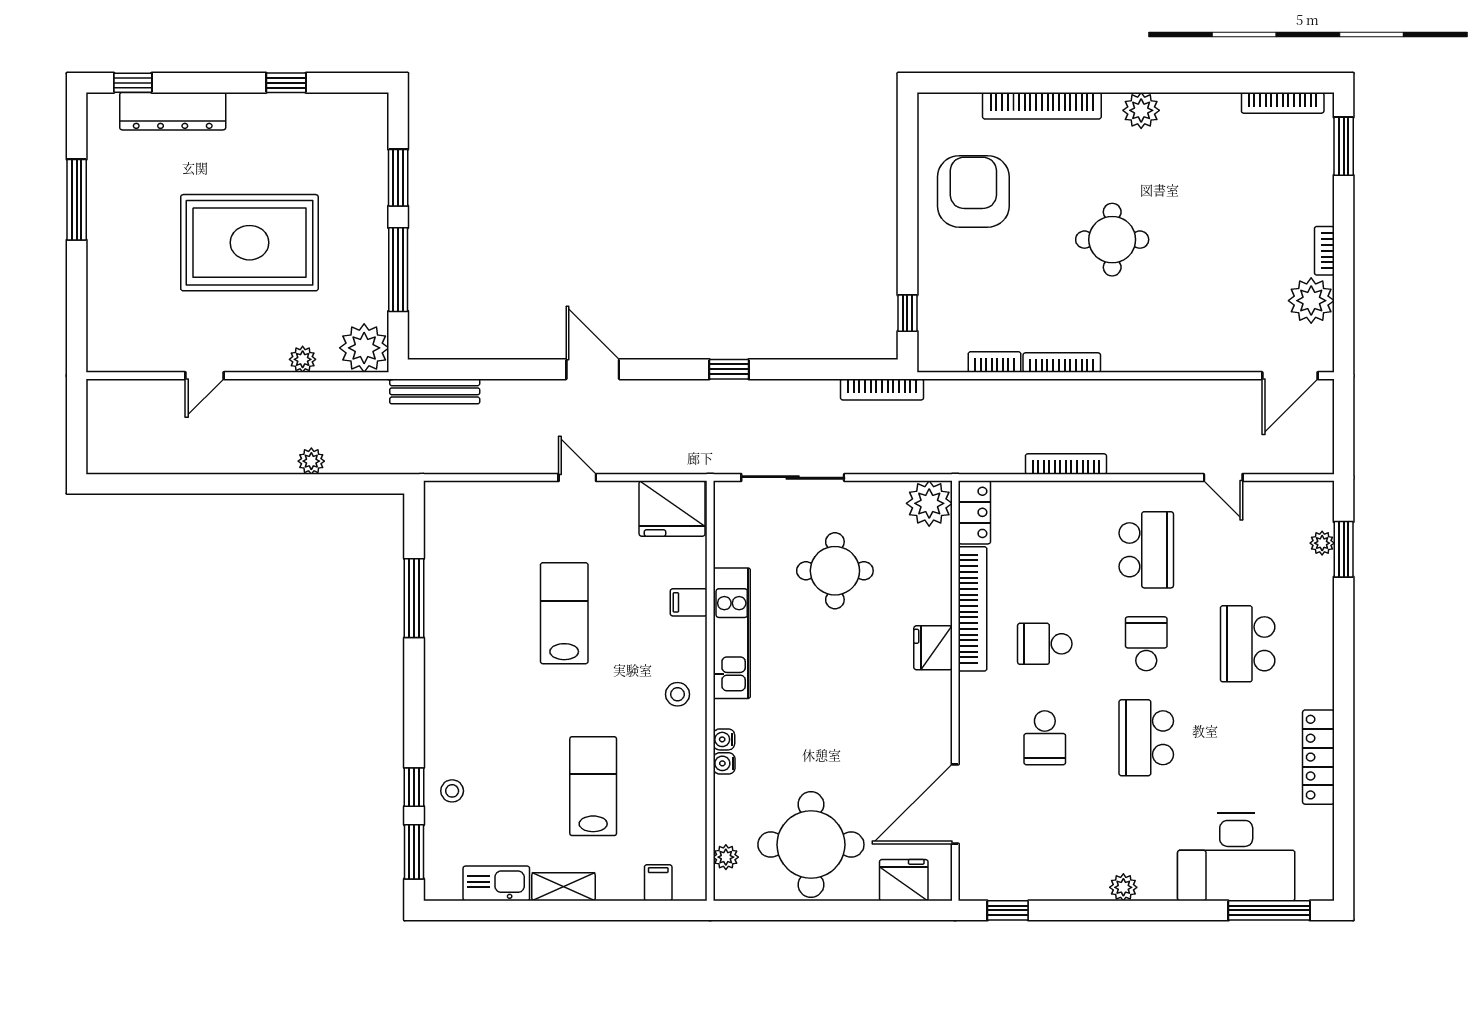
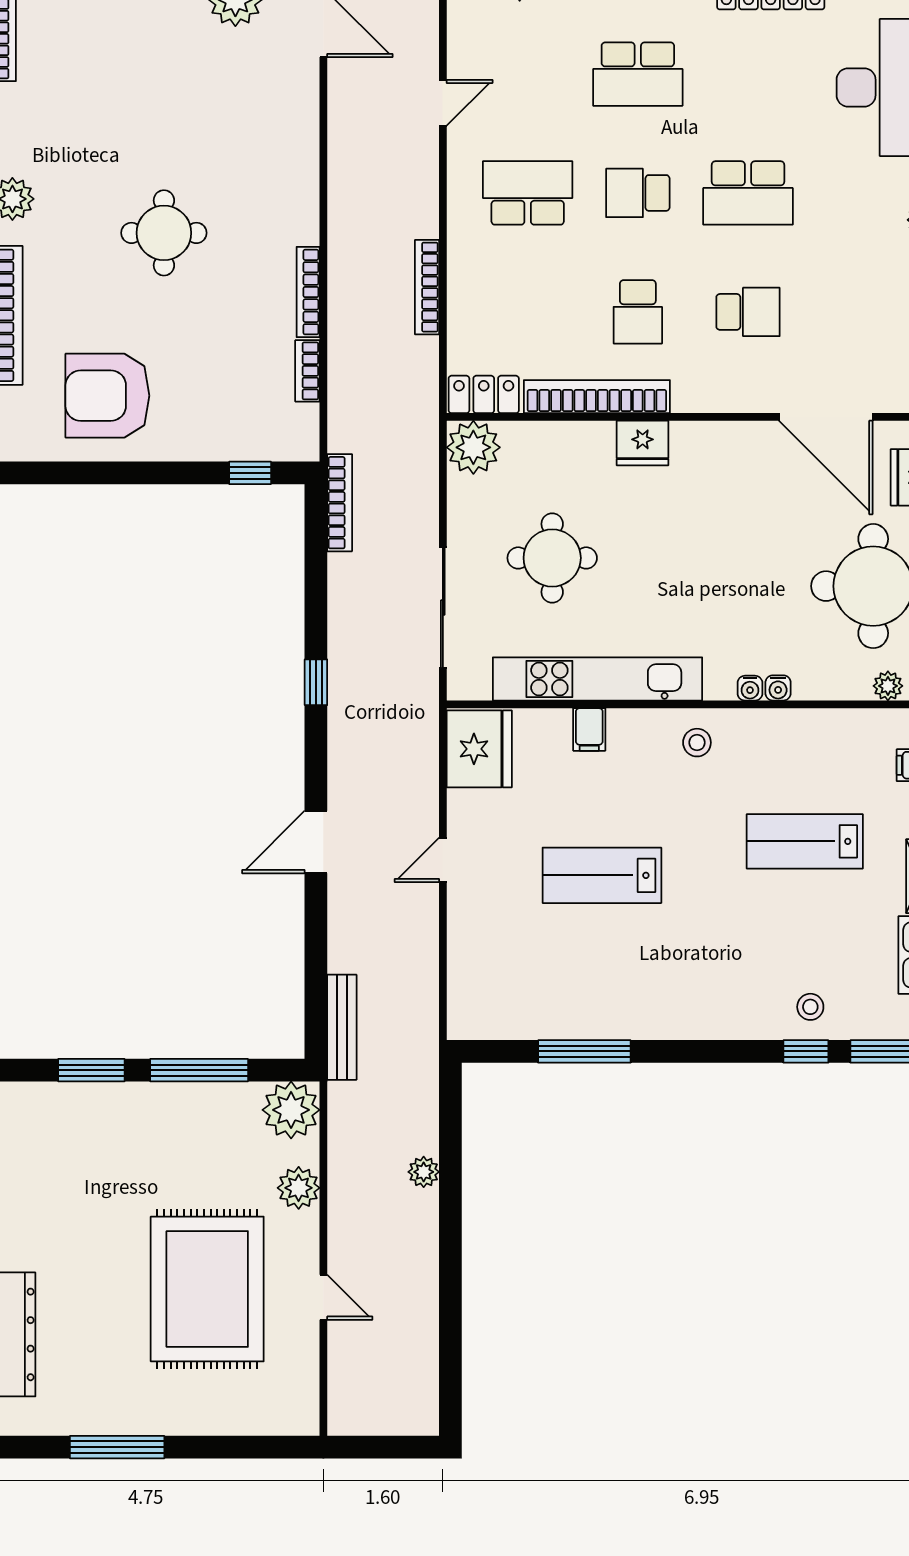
rug: (249, 243) -> (207, 1289), moved
plant: (303, 359) -> (299, 1188), width x1.38, depth x1.38
kitchen unit: (732, 633) -> (598, 679), width x1.36

